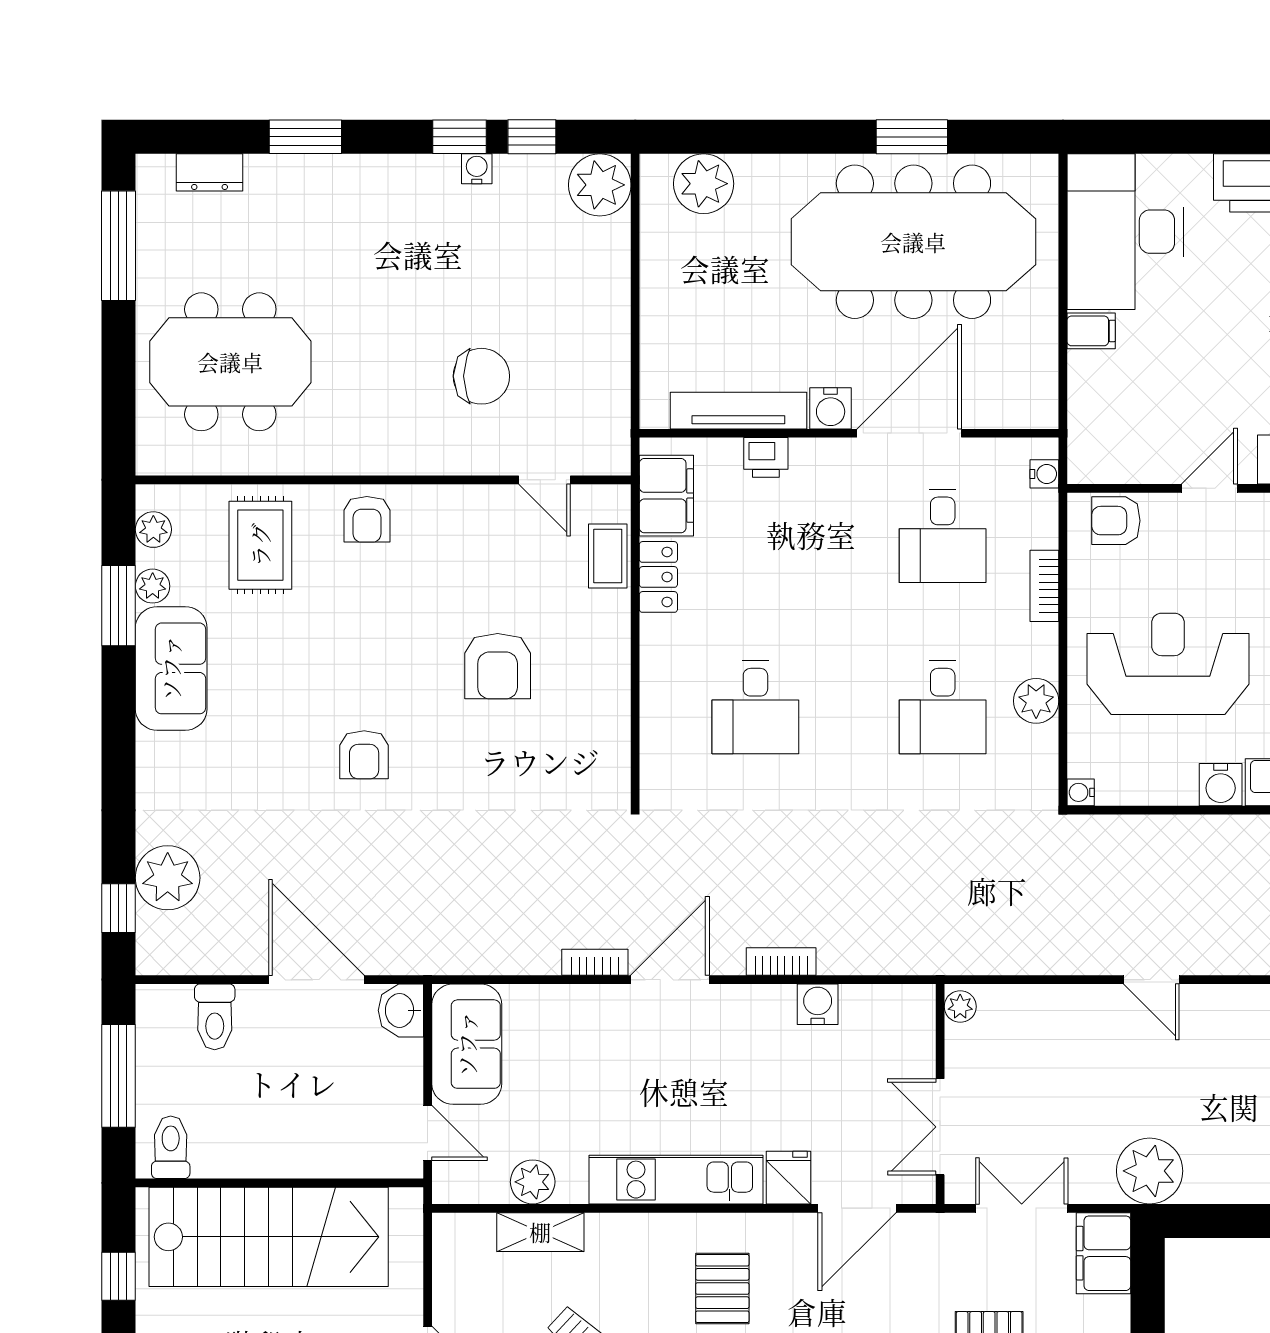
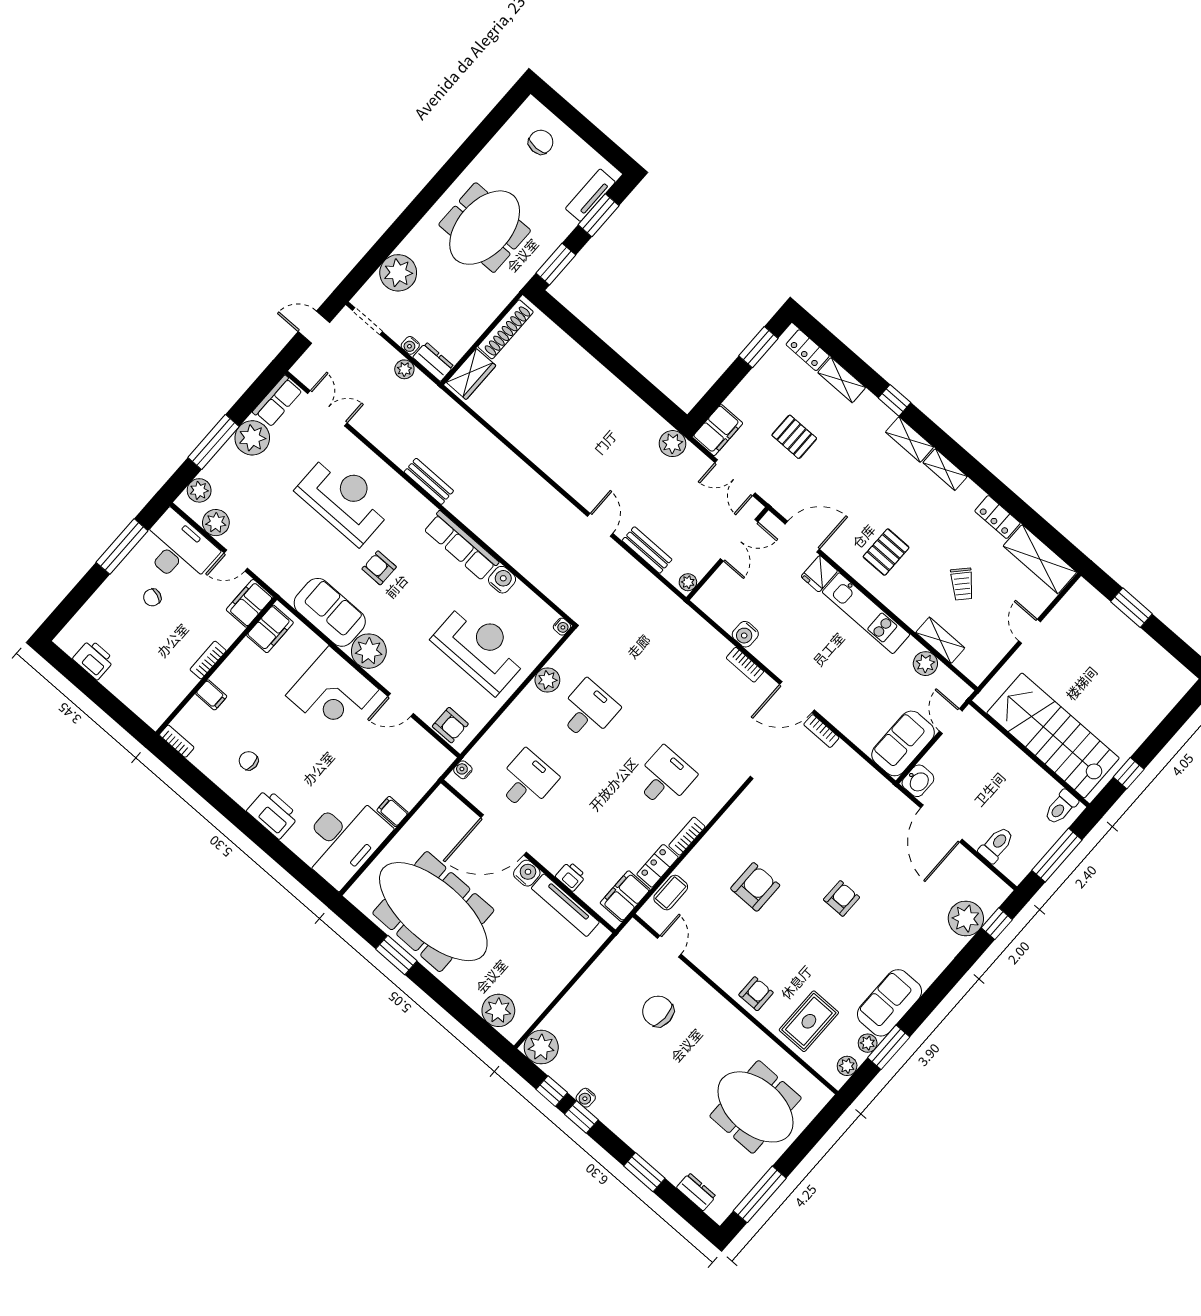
bookcase: (1044, 586) -> (687, 836), moved, turned 180
reception desk: (1168, 664) -> (480, 648), turned 180
bench: (1056, 1002) -> (647, 550), added
plant: (1150, 1171) -> (672, 444), width x0.73, depth x0.73

